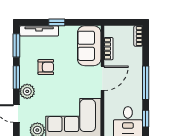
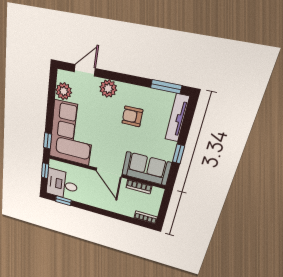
window: (57, 22) -> (179, 154), moved
armchair: (46, 67) -> (132, 116), turned 90
window: (16, 77) -> (127, 79), removed
window: (146, 83) -> (97, 211), removed

